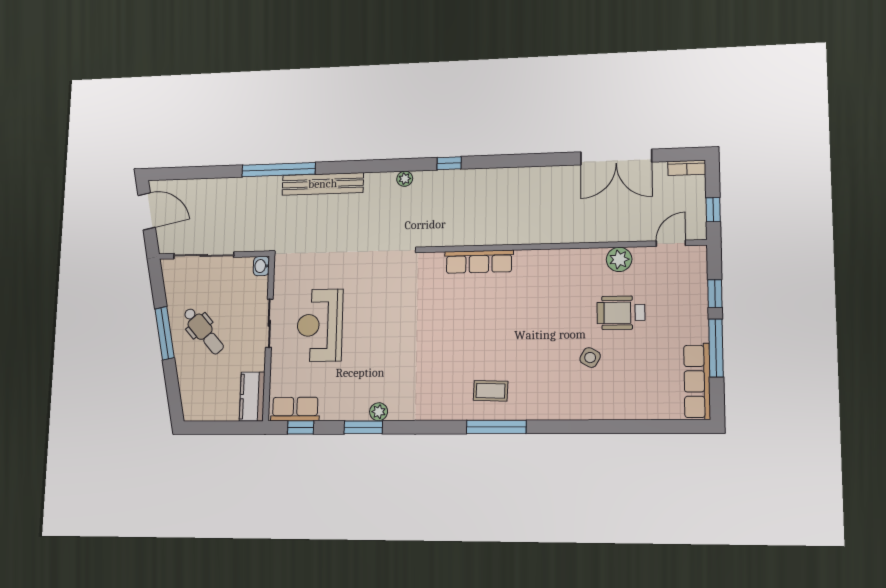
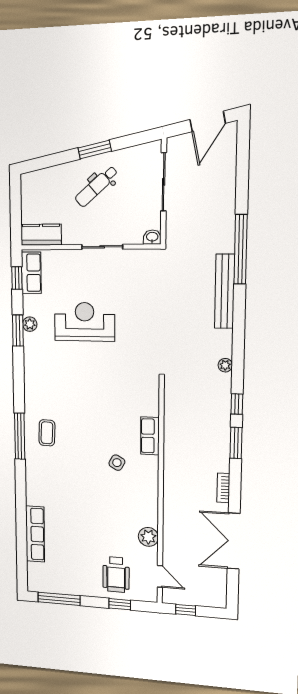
window: (495, 162) -> (236, 443), added
bookcase: (687, 168) -> (223, 488), moved
row of seats: (479, 262) -> (150, 436), width x0.68
wheelchair: (621, 313) -> (116, 575), moved, turned 180
reception desk: (320, 325) -> (85, 322), moved
window: (165, 333) -> (95, 150), width x0.69
window: (716, 348) -> (59, 599), moved
side table: (590, 358) -> (117, 463), moved
row of seats: (697, 381) -> (35, 534), moved, turned 90
plant: (379, 412) -> (30, 324), moved

